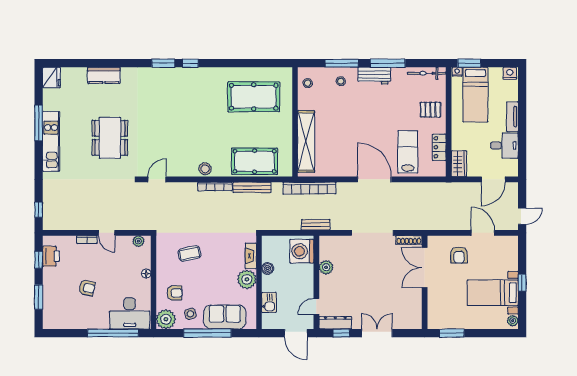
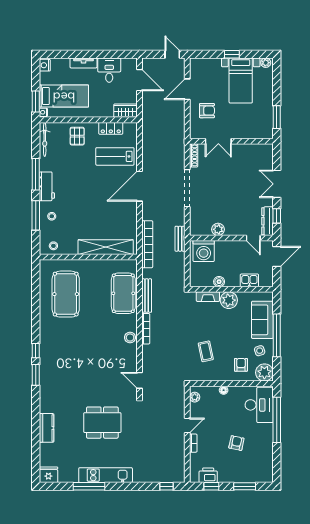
double door: (425, 268) -> (218, 141), width x0.73

